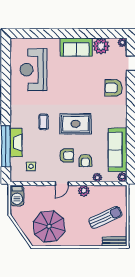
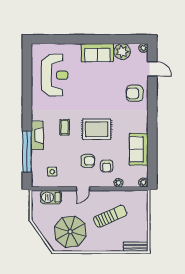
reception desk: (33, 70) -> (55, 75), turned 180
fireplace: (16, 143) -> (37, 135), moved
sofa: (118, 150) -> (139, 149), width x0.73
plant: (84, 191) -> (105, 196), removed
barbecue: (17, 196) -> (51, 197), moved, turned 90
sun lounger: (105, 217) -> (110, 216), moved

